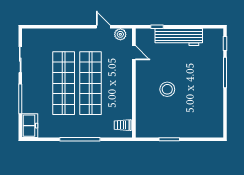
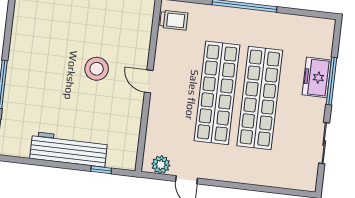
door: (134, 53) -> (149, 81), moved
freezer: (30, 126) -> (317, 77), moved

